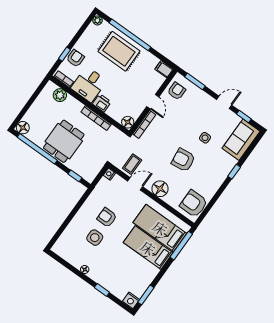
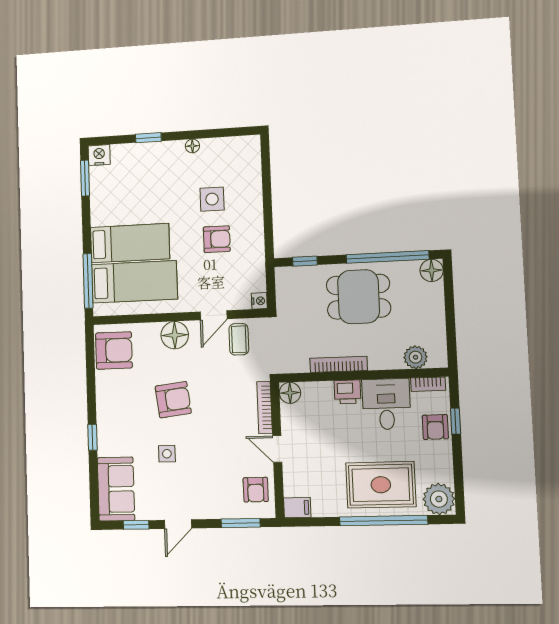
plant: (97, 20) -> (439, 499), width x1.88, depth x1.88
dining table: (64, 141) -> (359, 297), turned 90

